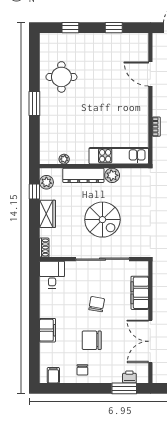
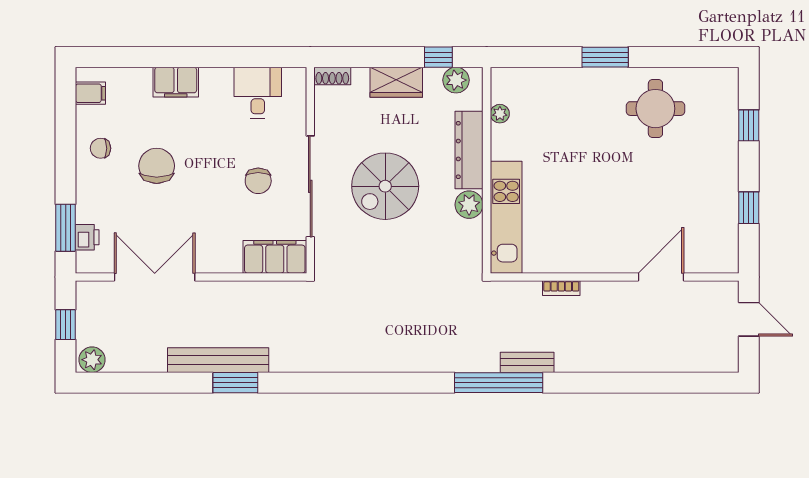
desk: (52, 275) -> (258, 93), moved, turned -90
filing cabinet: (140, 293) -> (275, 257), moved
chair: (97, 304) -> (258, 181), moved, turned 80

